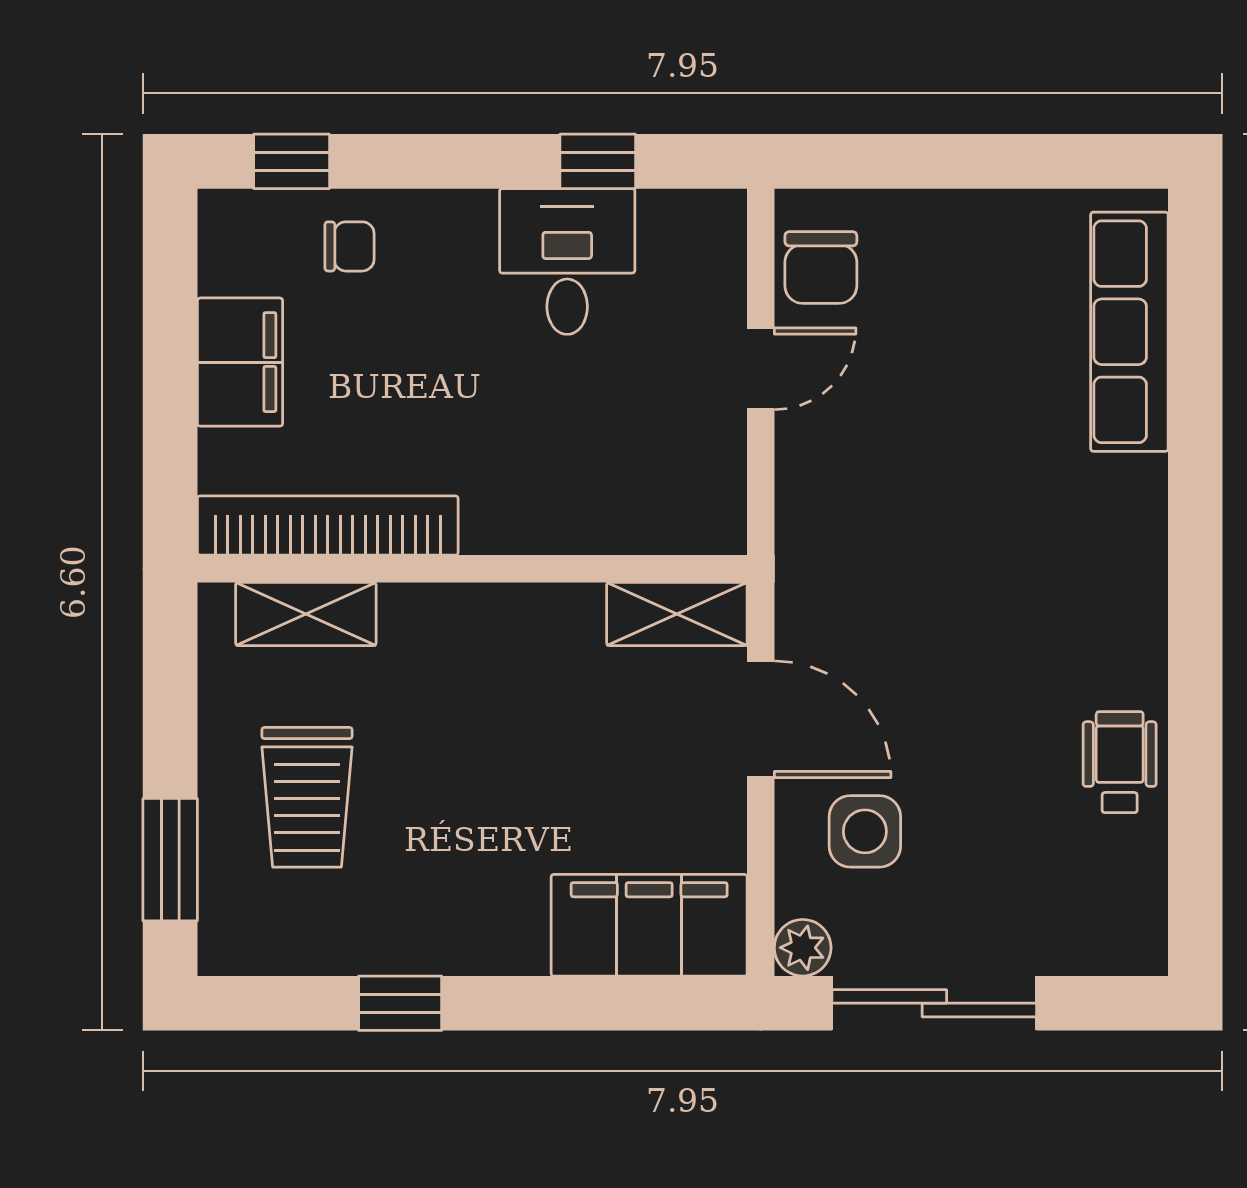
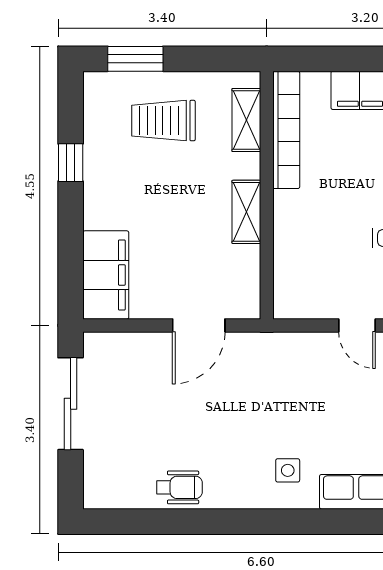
shelving: (677, 614) -> (246, 212), moved
side table: (865, 831) -> (288, 470), moved, width x0.73, depth x0.73
plant: (803, 948) -> (96, 344), removed

